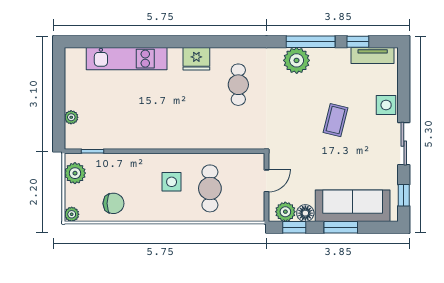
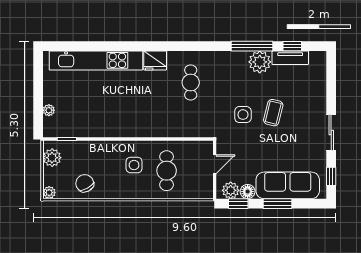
tv unit: (373, 55) -> (290, 58), moved
kitchen unit: (127, 59) -> (96, 60), width x1.36
plant: (297, 60) -> (260, 62), moved
side table: (386, 105) -> (243, 115), moved
chair: (114, 203) -> (85, 183), turned -119

